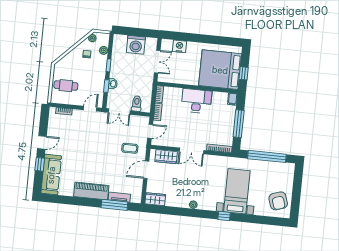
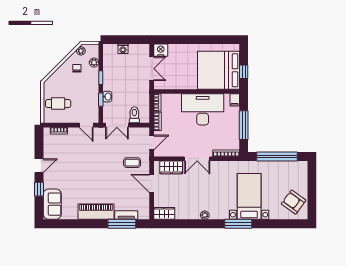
washing machine: (136, 45) -> (123, 49), width x0.53, depth x0.53
nightstand: (179, 46) -> (161, 50), moved
desk: (196, 101) -> (203, 109), width x1.36, depth x1.30
door: (90, 109) -> (86, 125), swing flipped
door: (146, 170) -> (152, 183), hinge flipped
sofa: (51, 175) -> (52, 204), width x0.73
armchair: (278, 201) -> (294, 202), turned 144
window: (224, 216) -> (238, 224), width x2.17

